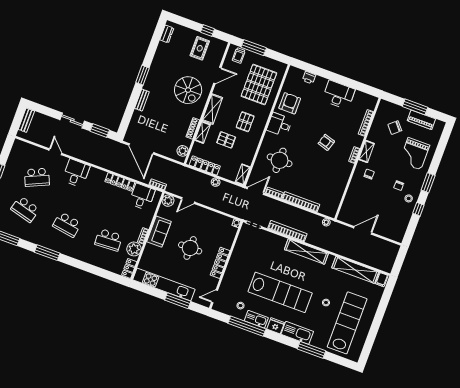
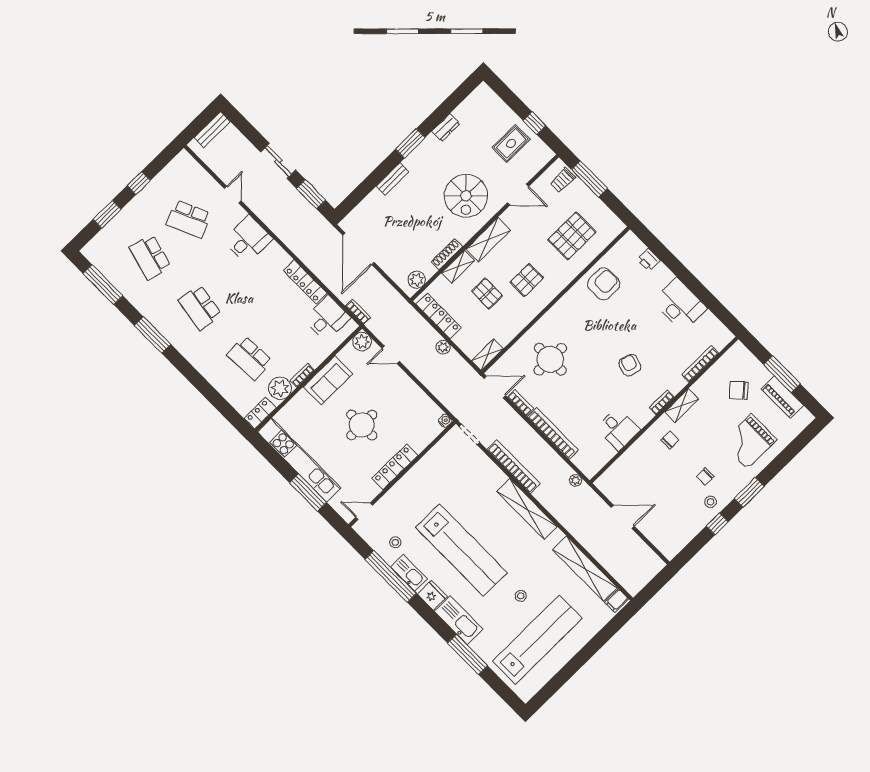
dresser: (167, 34) -> (446, 128), moved
pallet: (259, 85) -> (572, 236), width x0.73, depth x0.71
desk: (279, 125) -> (618, 429), moved, turned 180

